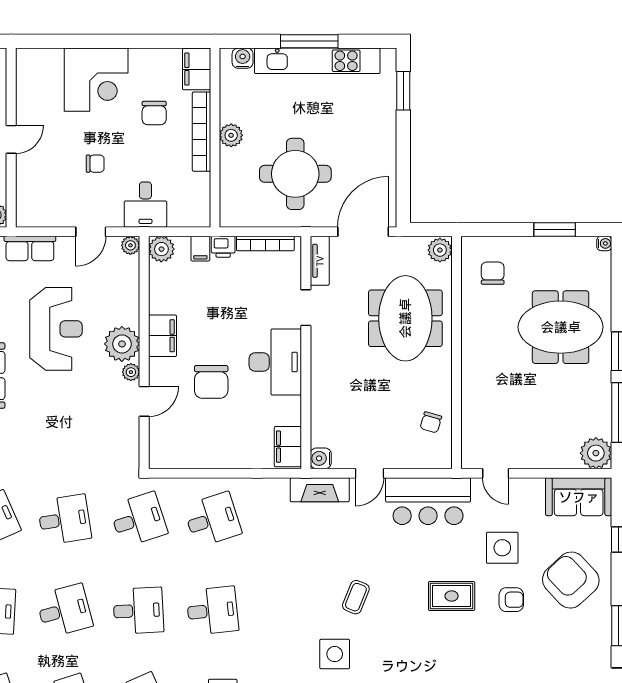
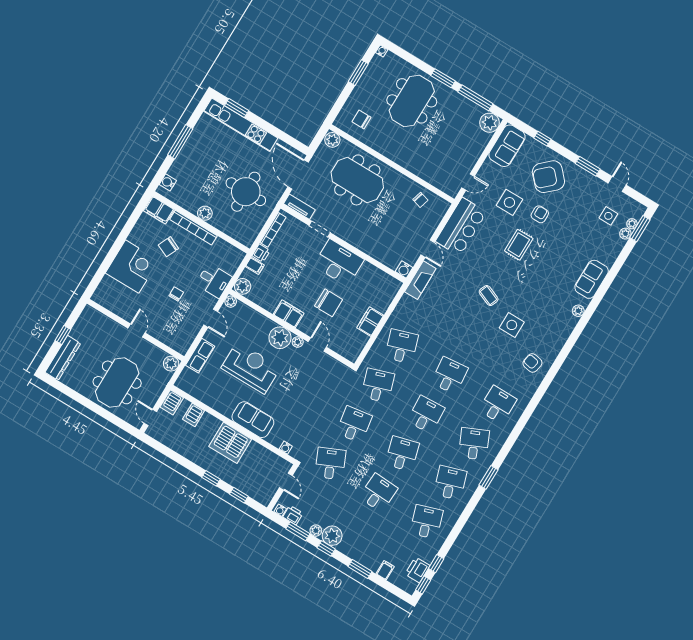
kitchen unit: (317, 61) -> (241, 125), moved, turned 90
chair: (154, 113) -> (168, 247), turned 114
filing cabinet: (288, 447) -> (370, 322), moved, turned 90

